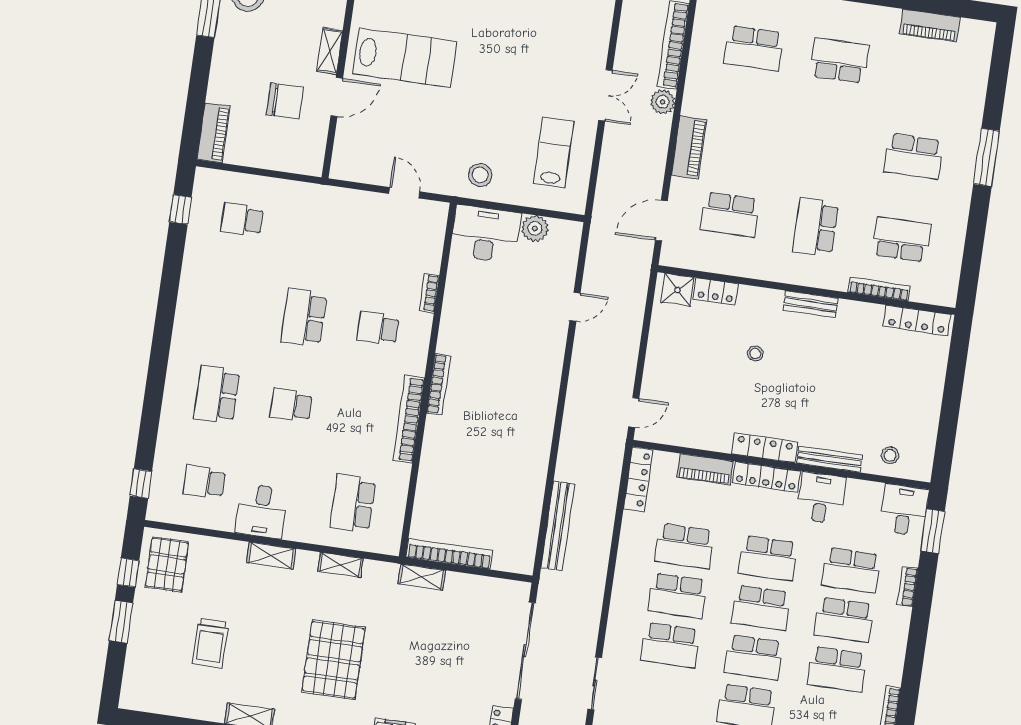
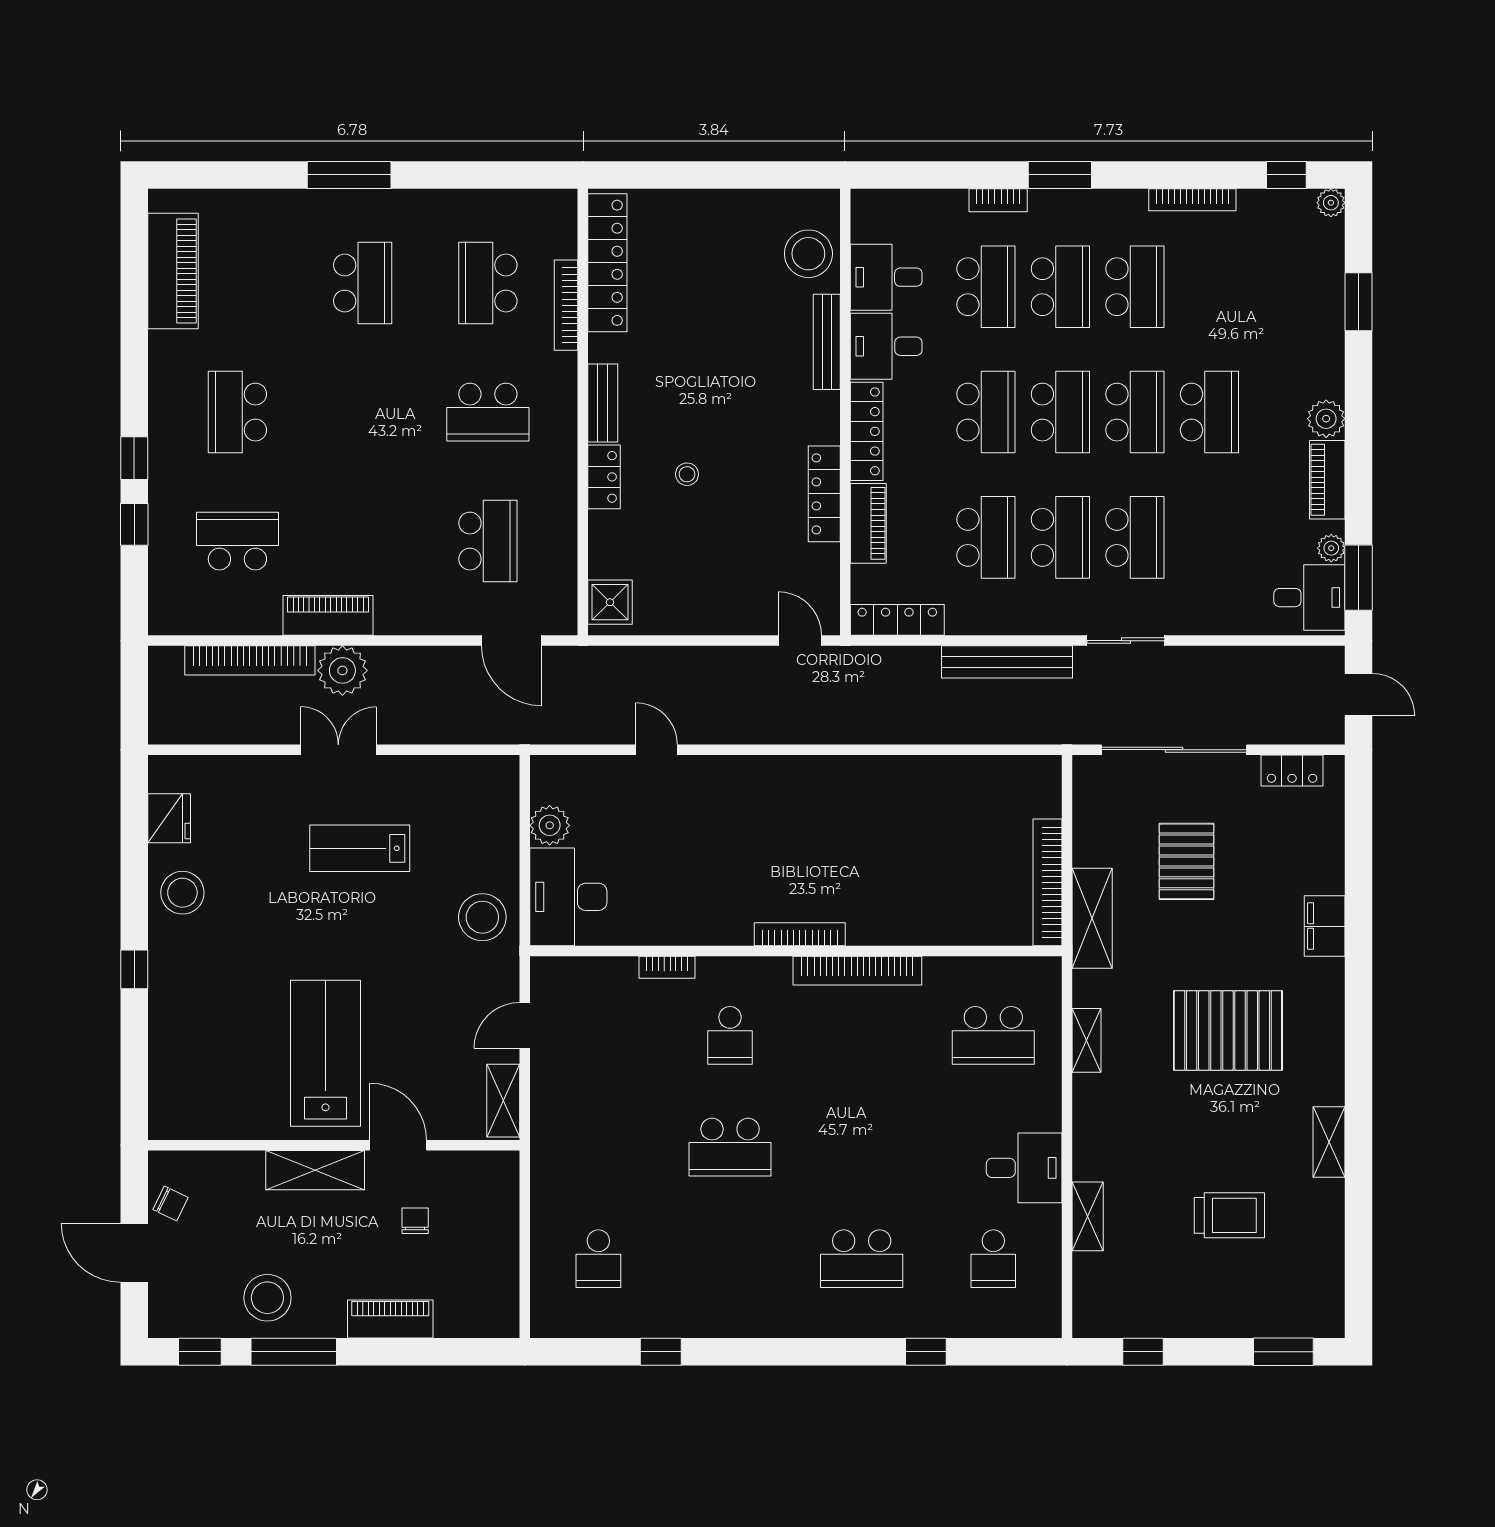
piano: (930, 26) -> (173, 271), width x1.37, depth x1.33
school desk: (754, 48) -> (237, 541), turned -90
shelving: (330, 51) -> (315, 1170), width x1.50, depth x1.33
chair: (285, 101) -> (415, 1221), width x0.54, depth x0.54
plant: (663, 102) -> (342, 670), width x1.36, depth x1.36
piano: (214, 133) -> (390, 1319), moved
piano: (689, 148) -> (328, 615), moved
lab bench: (554, 153) -> (360, 848), moved
shelving: (356, 171) -> (503, 1101), added
stool: (480, 175) -> (482, 917), width x1.38, depth x1.38
window: (180, 210) -> (661, 1352), moved
locker: (716, 291) -> (604, 477), moved
locker: (917, 320) -> (607, 263), width x1.41, depth x1.21
school desk: (291, 405) -> (862, 1147), removed
locker: (765, 448) -> (824, 494), moved
stool: (890, 455) -> (808, 254), width x1.89, depth x1.89
window: (141, 484) -> (926, 1352), moved
desk: (904, 510) -> (886, 277), moved
bench: (558, 526) -> (1007, 662), moved
window: (933, 531) -> (1060, 175), moved
shelving: (271, 556) -> (1088, 1216), moved
pallet: (167, 564) -> (1187, 861), moved, turned 90
shelving: (422, 577) -> (1092, 918), width x1.50, depth x1.33
window: (121, 622) -> (1283, 1352), moved
sliding door: (595, 683) -> (1126, 641), moved

